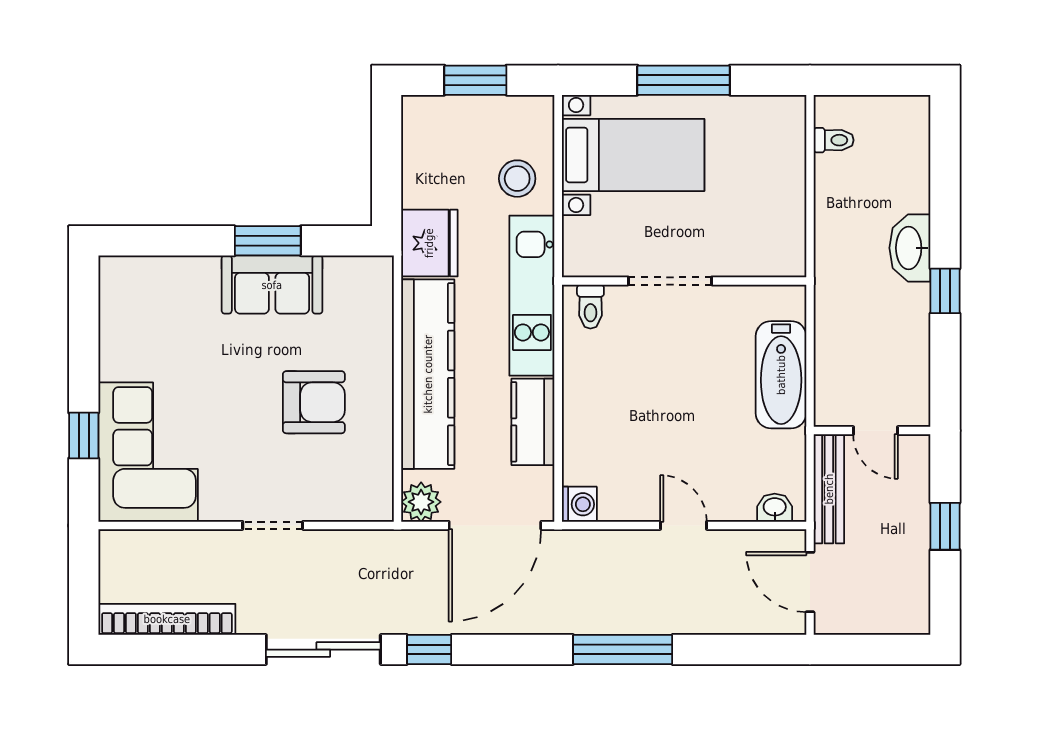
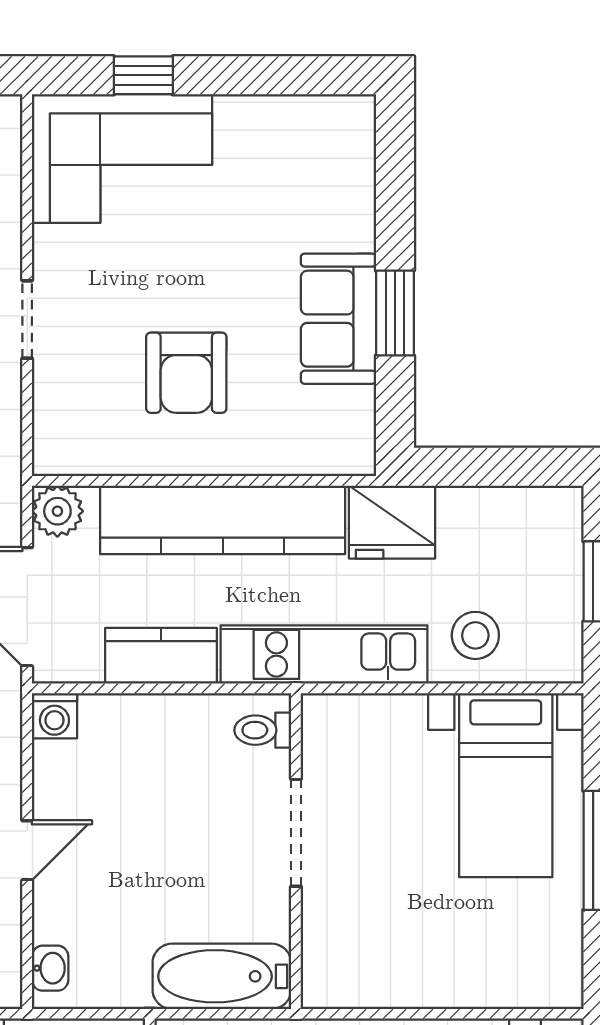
doorway: (670, 281) -> (296, 833), moved
wall: (684, 281) -> (296, 851), moved
toilet: (590, 307) -> (263, 730), moved

